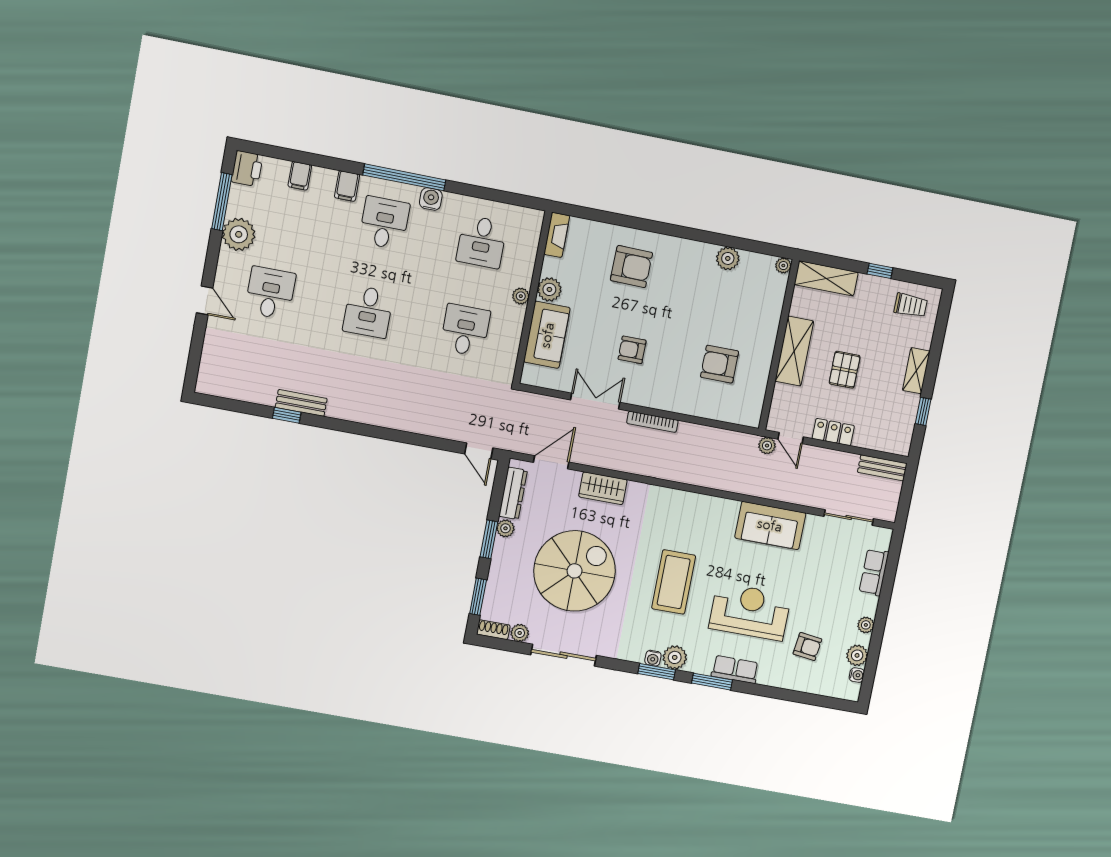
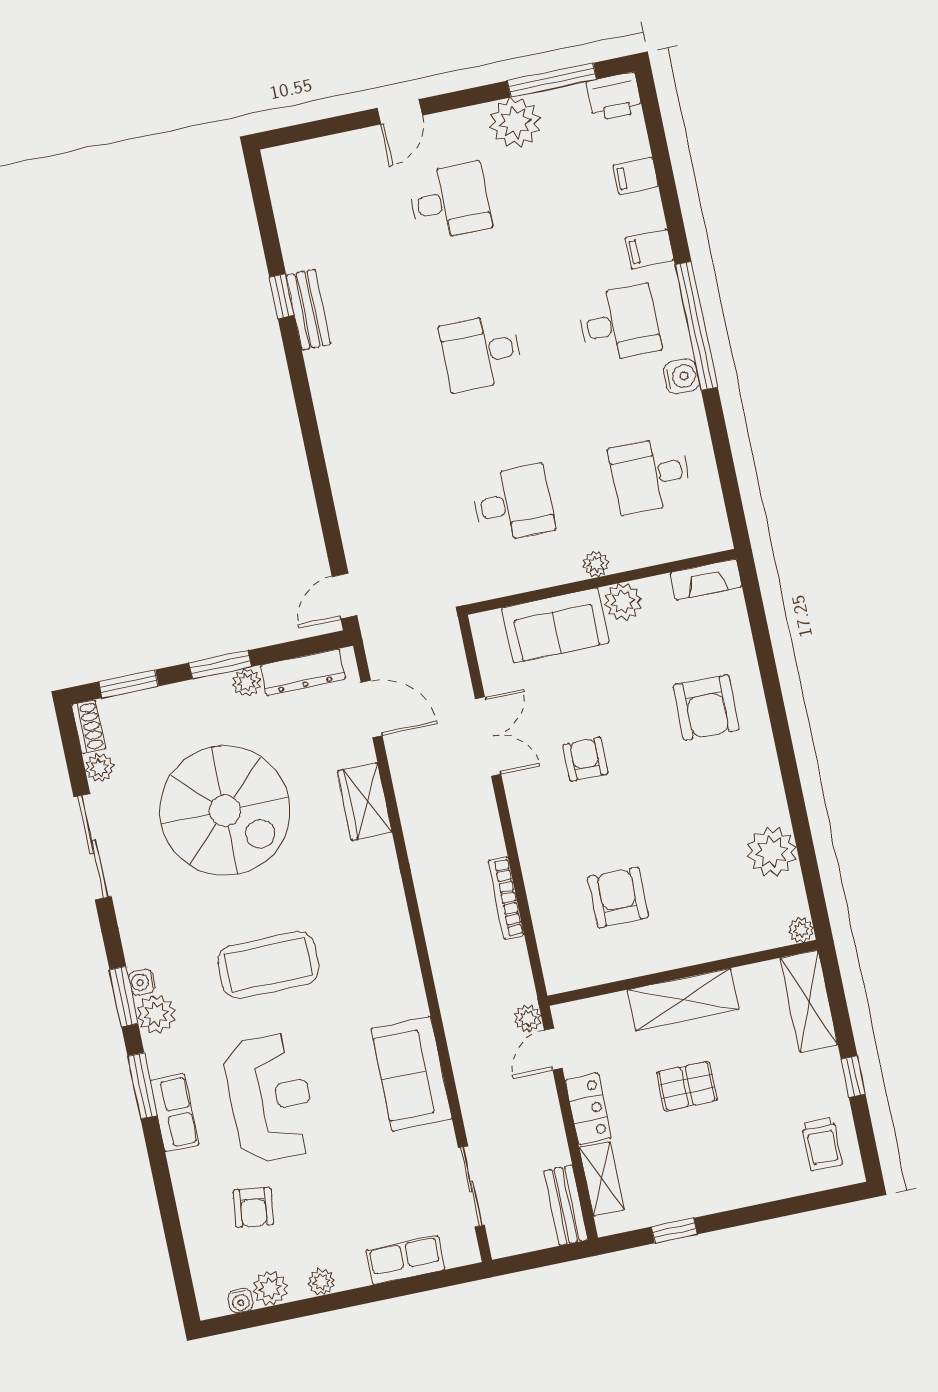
plant: (728, 258) -> (772, 852), width x1.36, depth x1.36
shelving: (916, 371) -> (602, 1179), moved, turned 90
bookcase: (652, 422) -> (506, 898), moved

